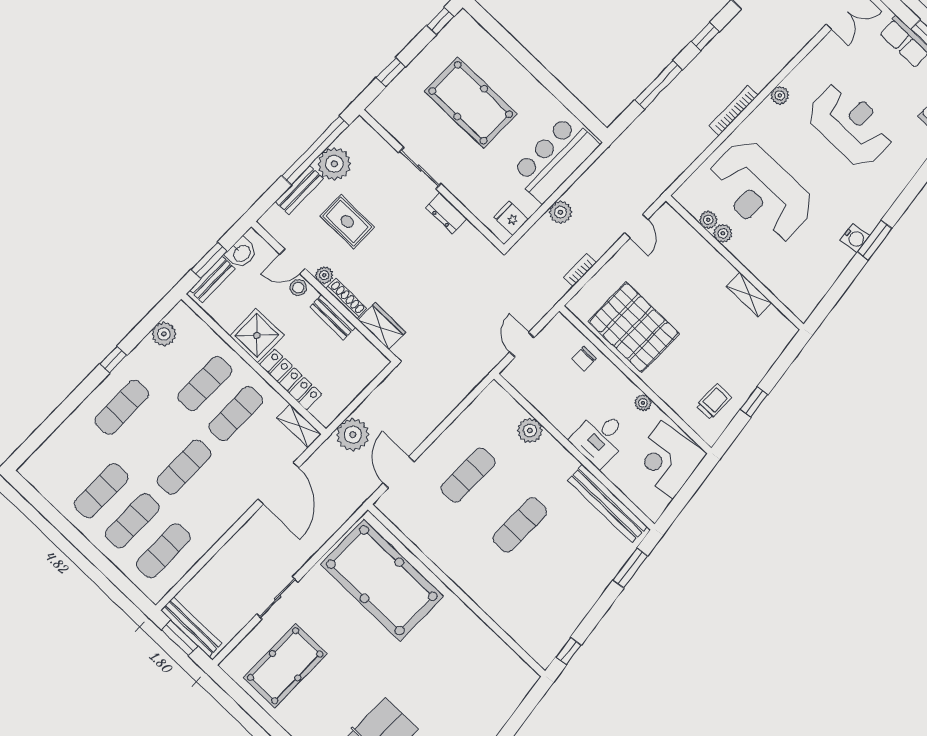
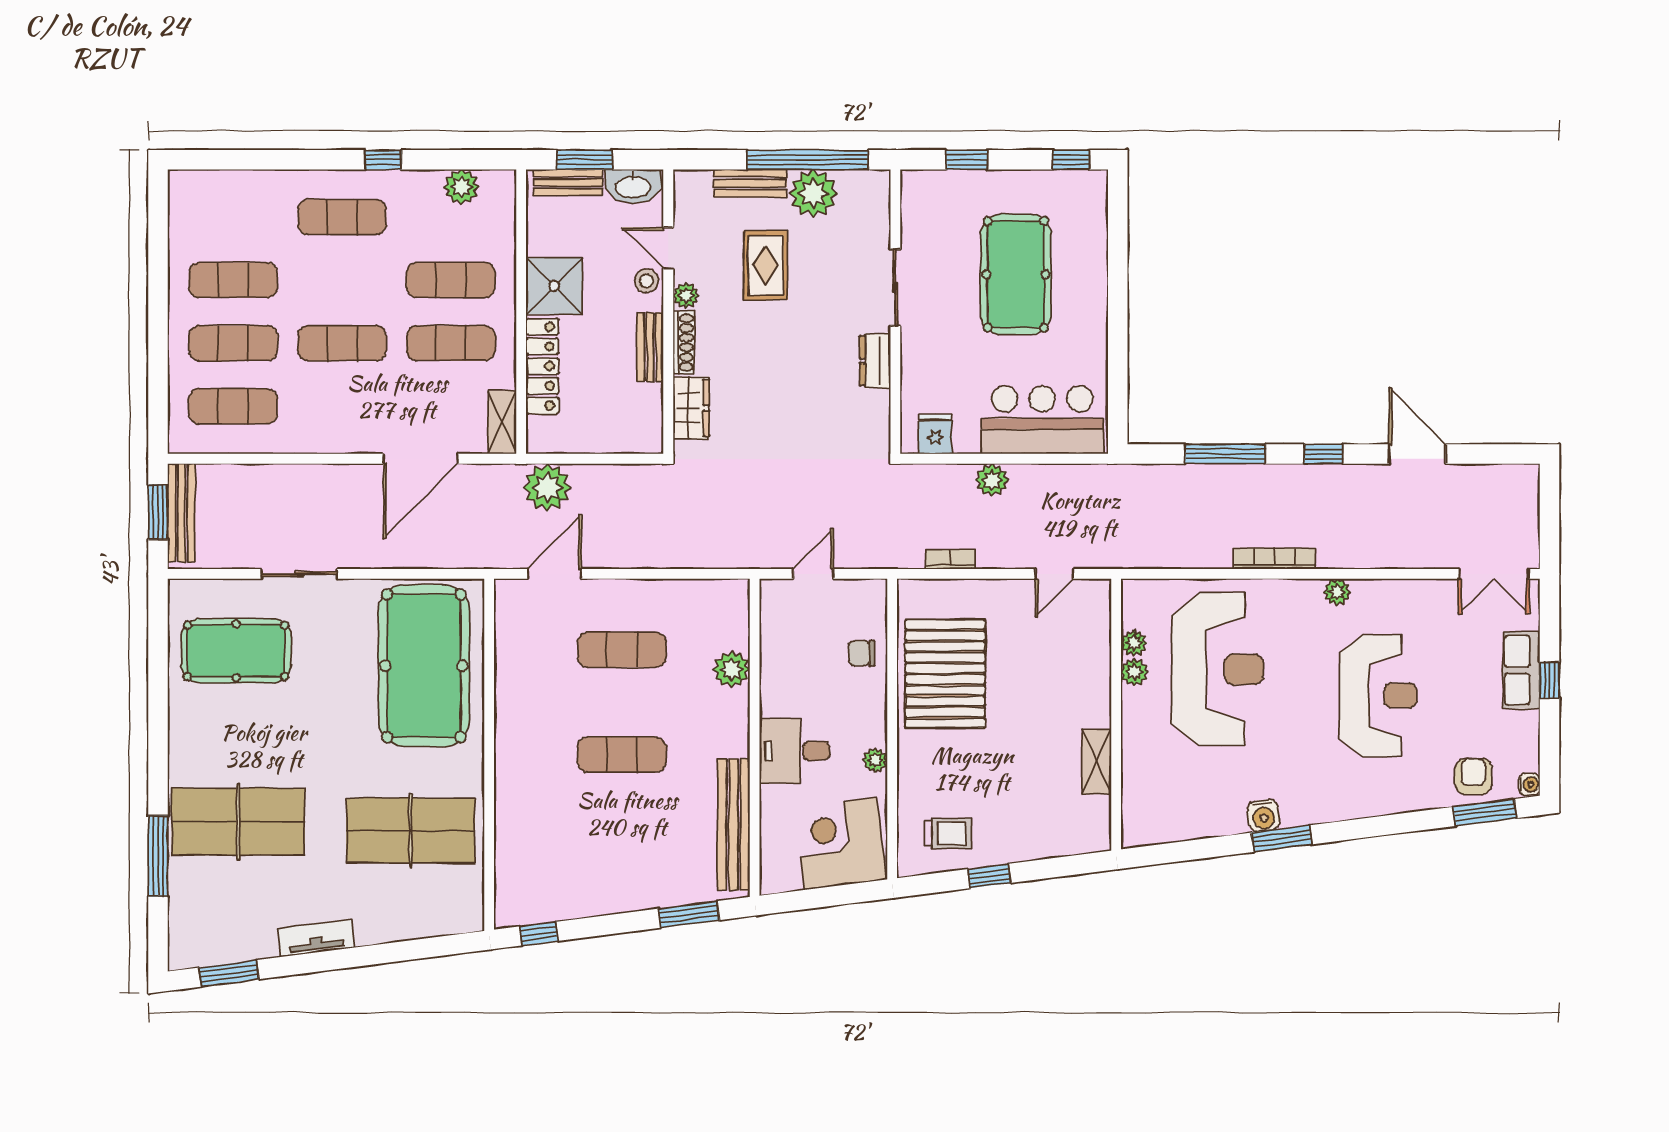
reception desk: (761, 191) -> (1217, 669), turned 180
washbasin: (241, 253) -> (633, 186), width x1.38
table tennis table: (457, 665) -> (411, 830), added

